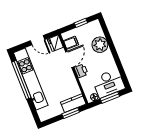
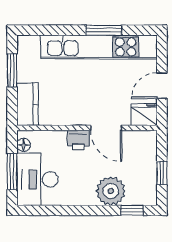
window: (105, 30) -> (132, 210), added
filing cabinet: (71, 43) -> (134, 142), removed
window: (21, 80) -> (104, 30), width x0.47
window: (71, 113) -> (12, 70), moved

